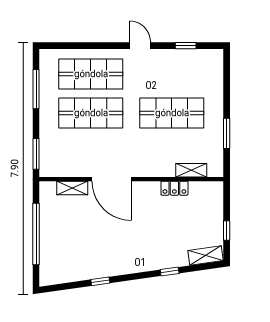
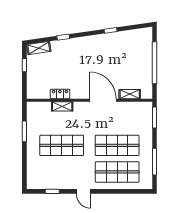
shelving: (191, 170) -> (62, 106), moved

